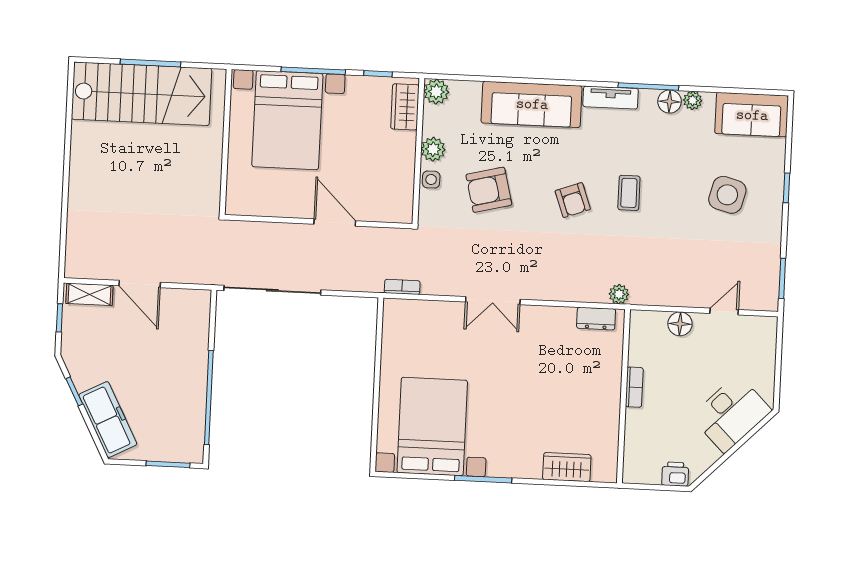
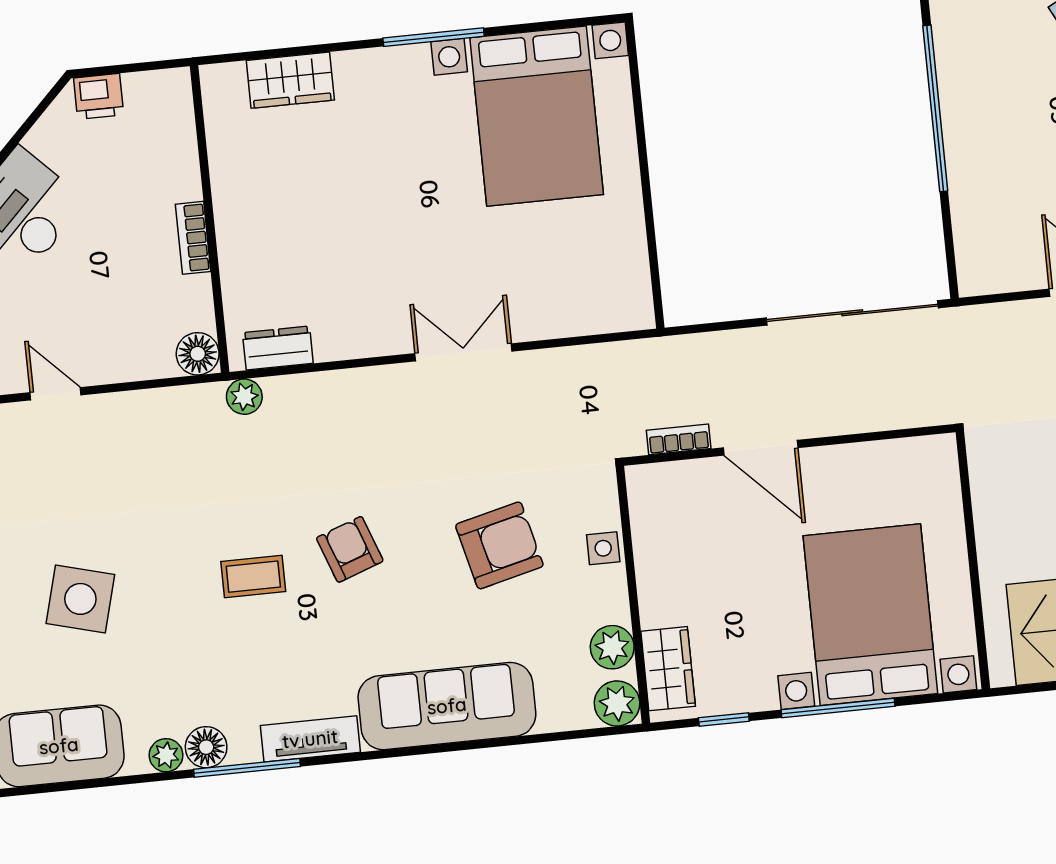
plant: (433, 149) -> (612, 647), moved
coffee table: (629, 193) -> (253, 577), turned 90
bookcase: (402, 287) -> (679, 439), moved, turned 180
door: (724, 312) -> (55, 394), swing flipped
floor lamp: (680, 324) -> (198, 354), moved

